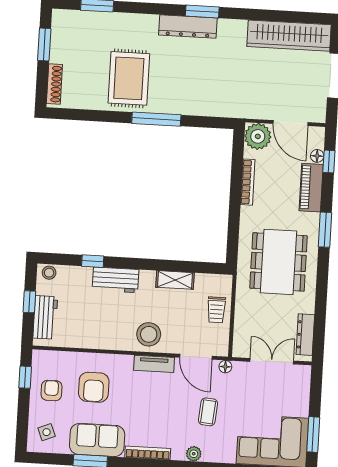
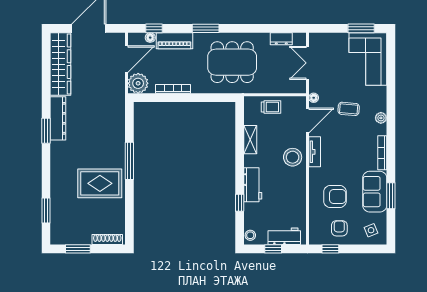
dresser: (188, 27) -> (58, 118), moved
dresser: (305, 335) -> (281, 39), width x0.70
armchair: (51, 391) -> (339, 228), turned 90

